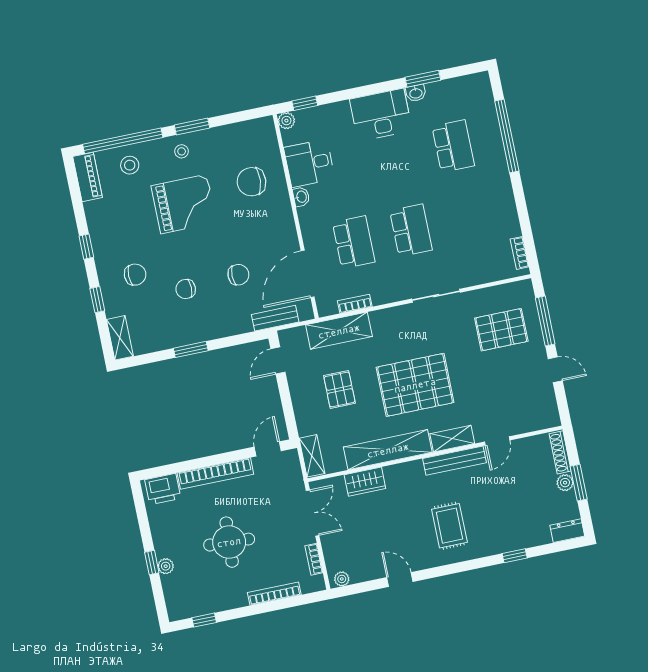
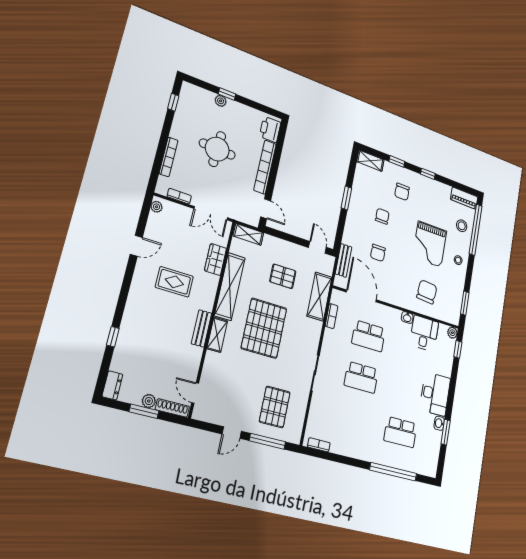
window: (192, 127) -> (465, 303), moved
door: (497, 441) -> (195, 393), moved
bench: (454, 461) -> (201, 328), width x0.73
rug: (449, 526) -> (174, 282), moved

